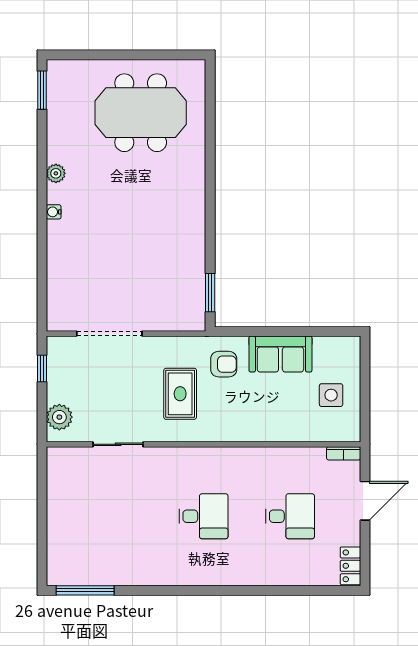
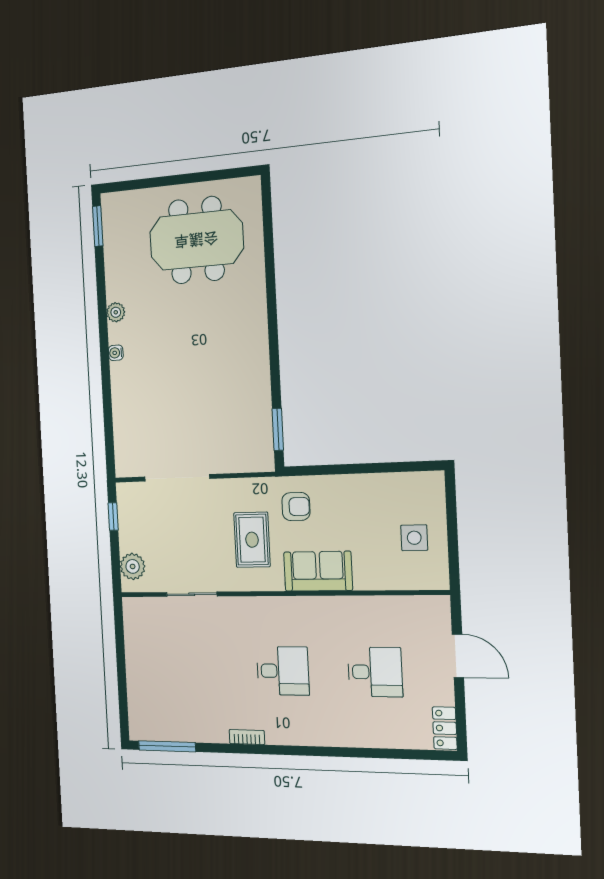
sofa: (280, 354) -> (318, 571), moved, turned 180
bookcase: (344, 453) -> (247, 737), moved, turned 180
door: (365, 501) -> (458, 656), hinge flipped

